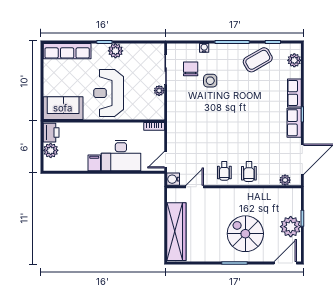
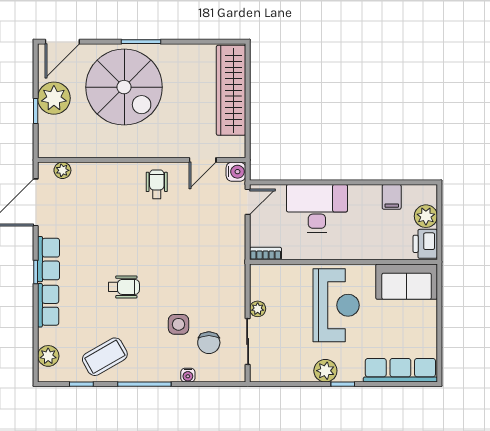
filing cabinet: (94, 163) -> (392, 197), moved
wheelchair: (249, 172) -> (124, 287), moved, turned 90
spiral stairs: (245, 234) -> (124, 87), width x1.37, depth x1.37

